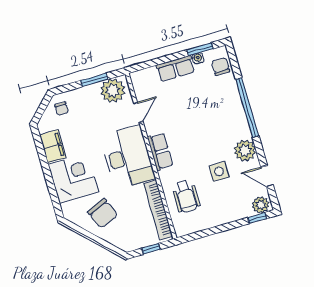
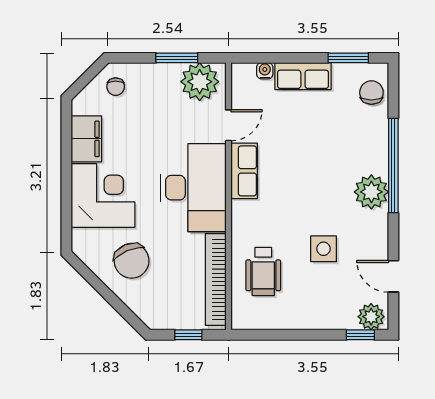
water cooler: (198, 58) -> (265, 71), moved
plant: (245, 150) -> (371, 192), moved
row of seats: (160, 152) -> (244, 171), moved

